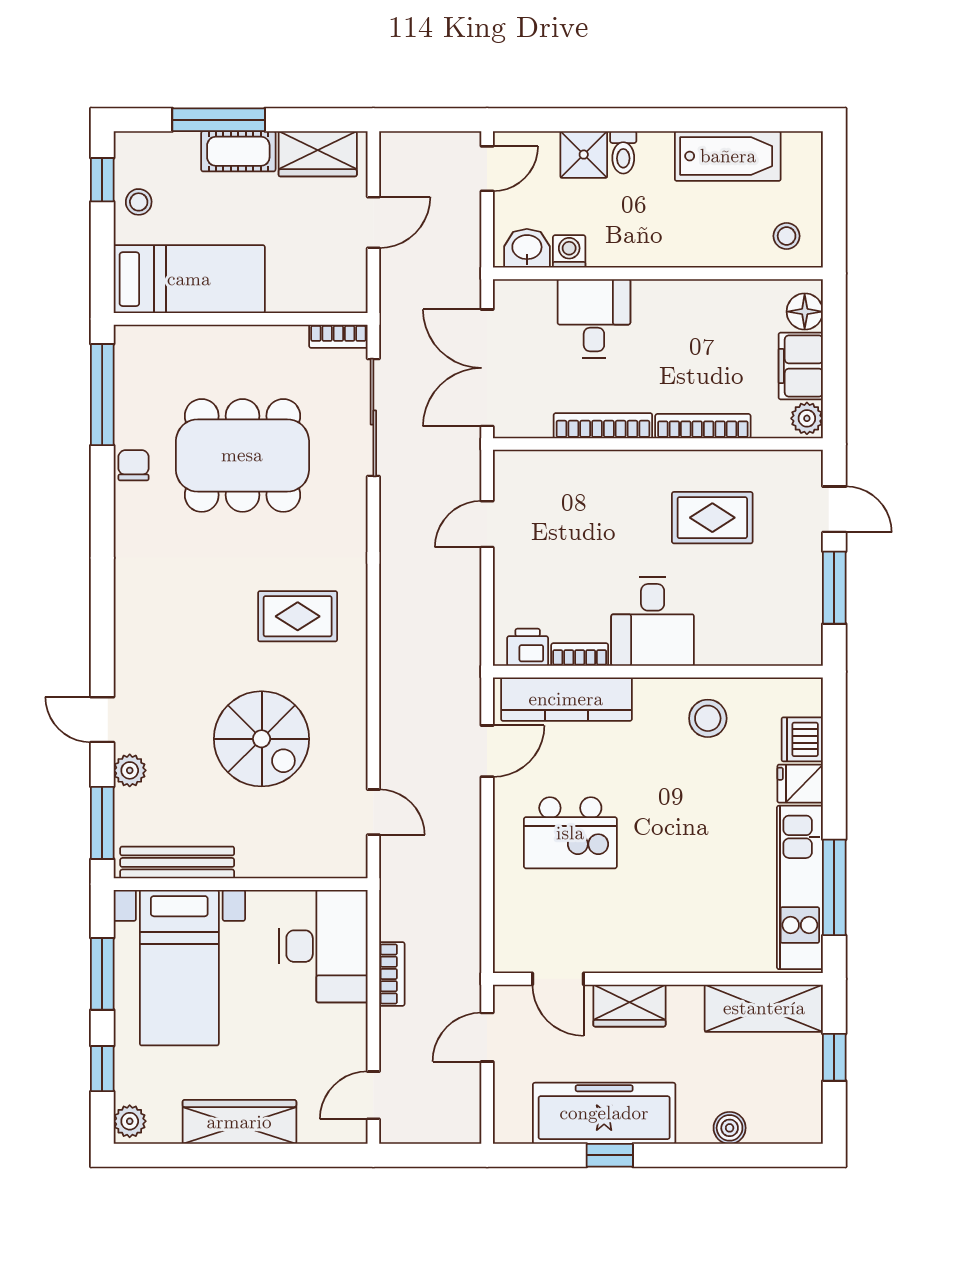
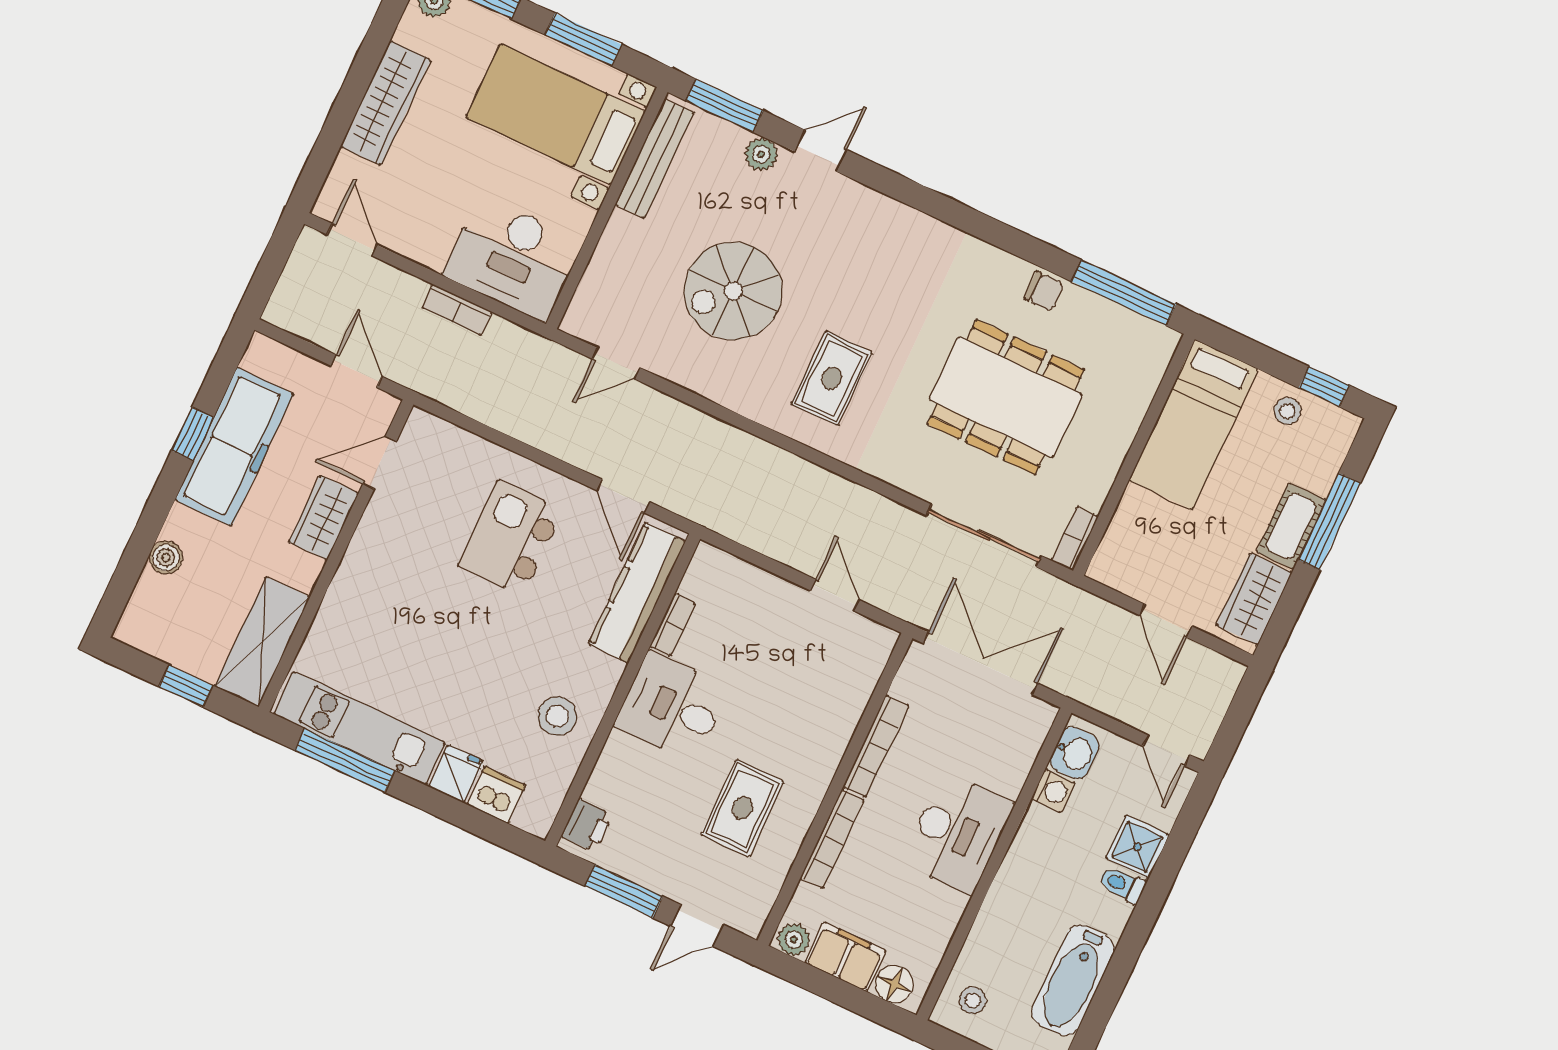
desk: (594, 318) -> (957, 833), moved, width x1.37
dining table: (242, 455) -> (1006, 397), turned 90
printer: (528, 647) -> (587, 825), moved

